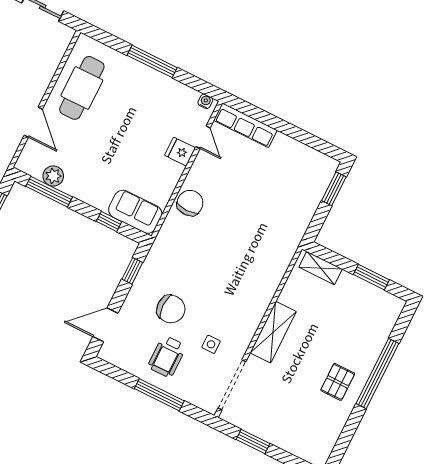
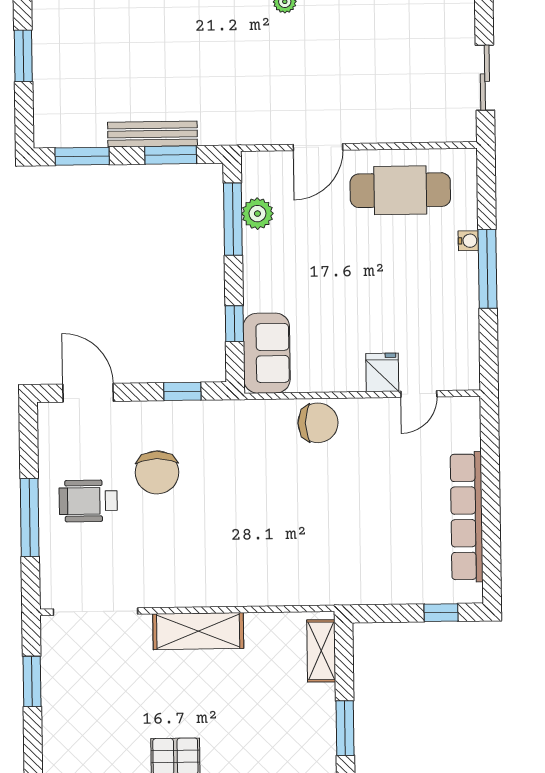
water cooler: (205, 101) -> (468, 241), moved
row of seats: (245, 125) -> (467, 517), moved, width x1.36
window: (334, 189) -> (441, 613), width x0.67
side table: (211, 344) -> (137, 553), removed

